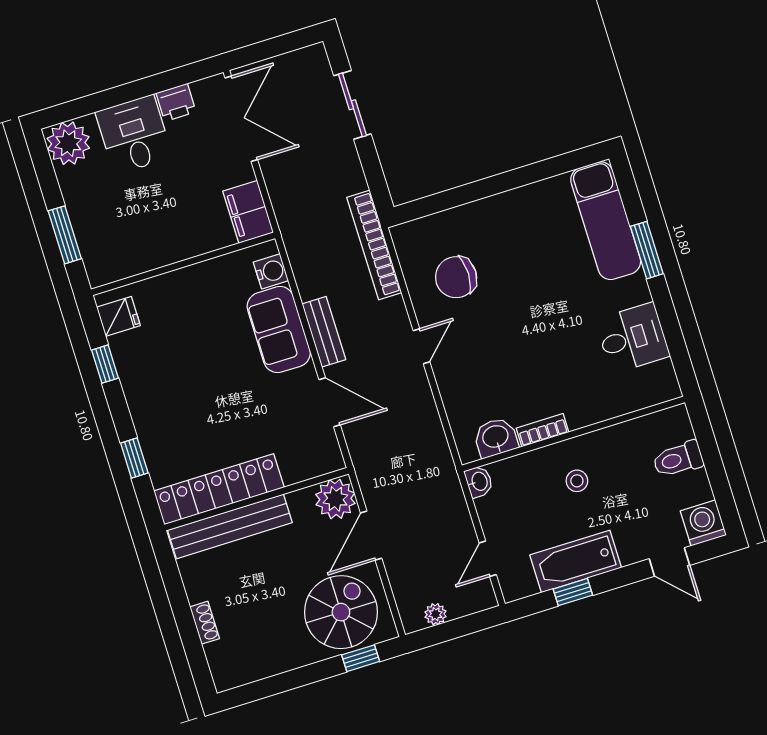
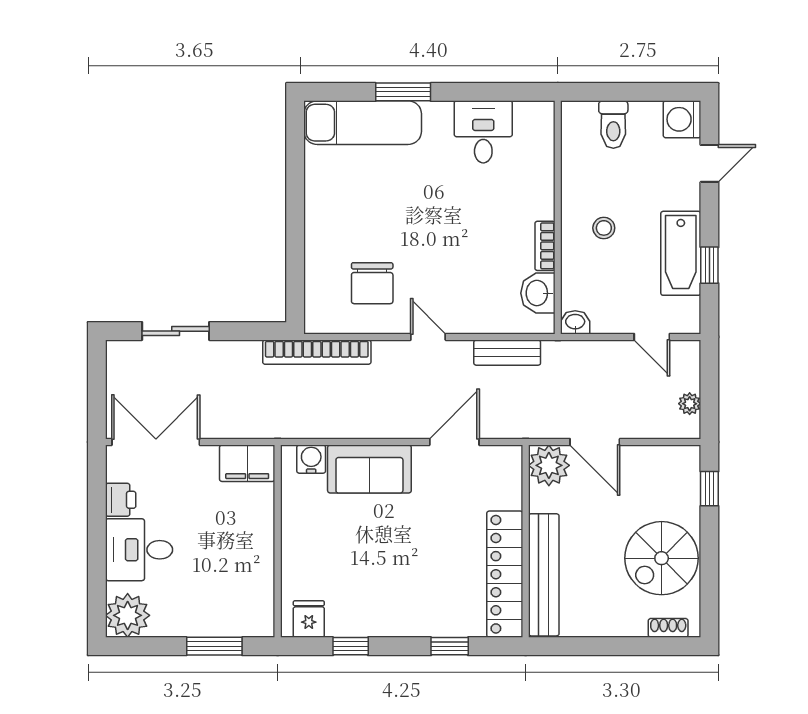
bench: (324, 332) -> (507, 353), moved
spiral stairs: (341, 612) -> (662, 558), moved, turned -90
shoe rack: (205, 623) -> (668, 628), moved

